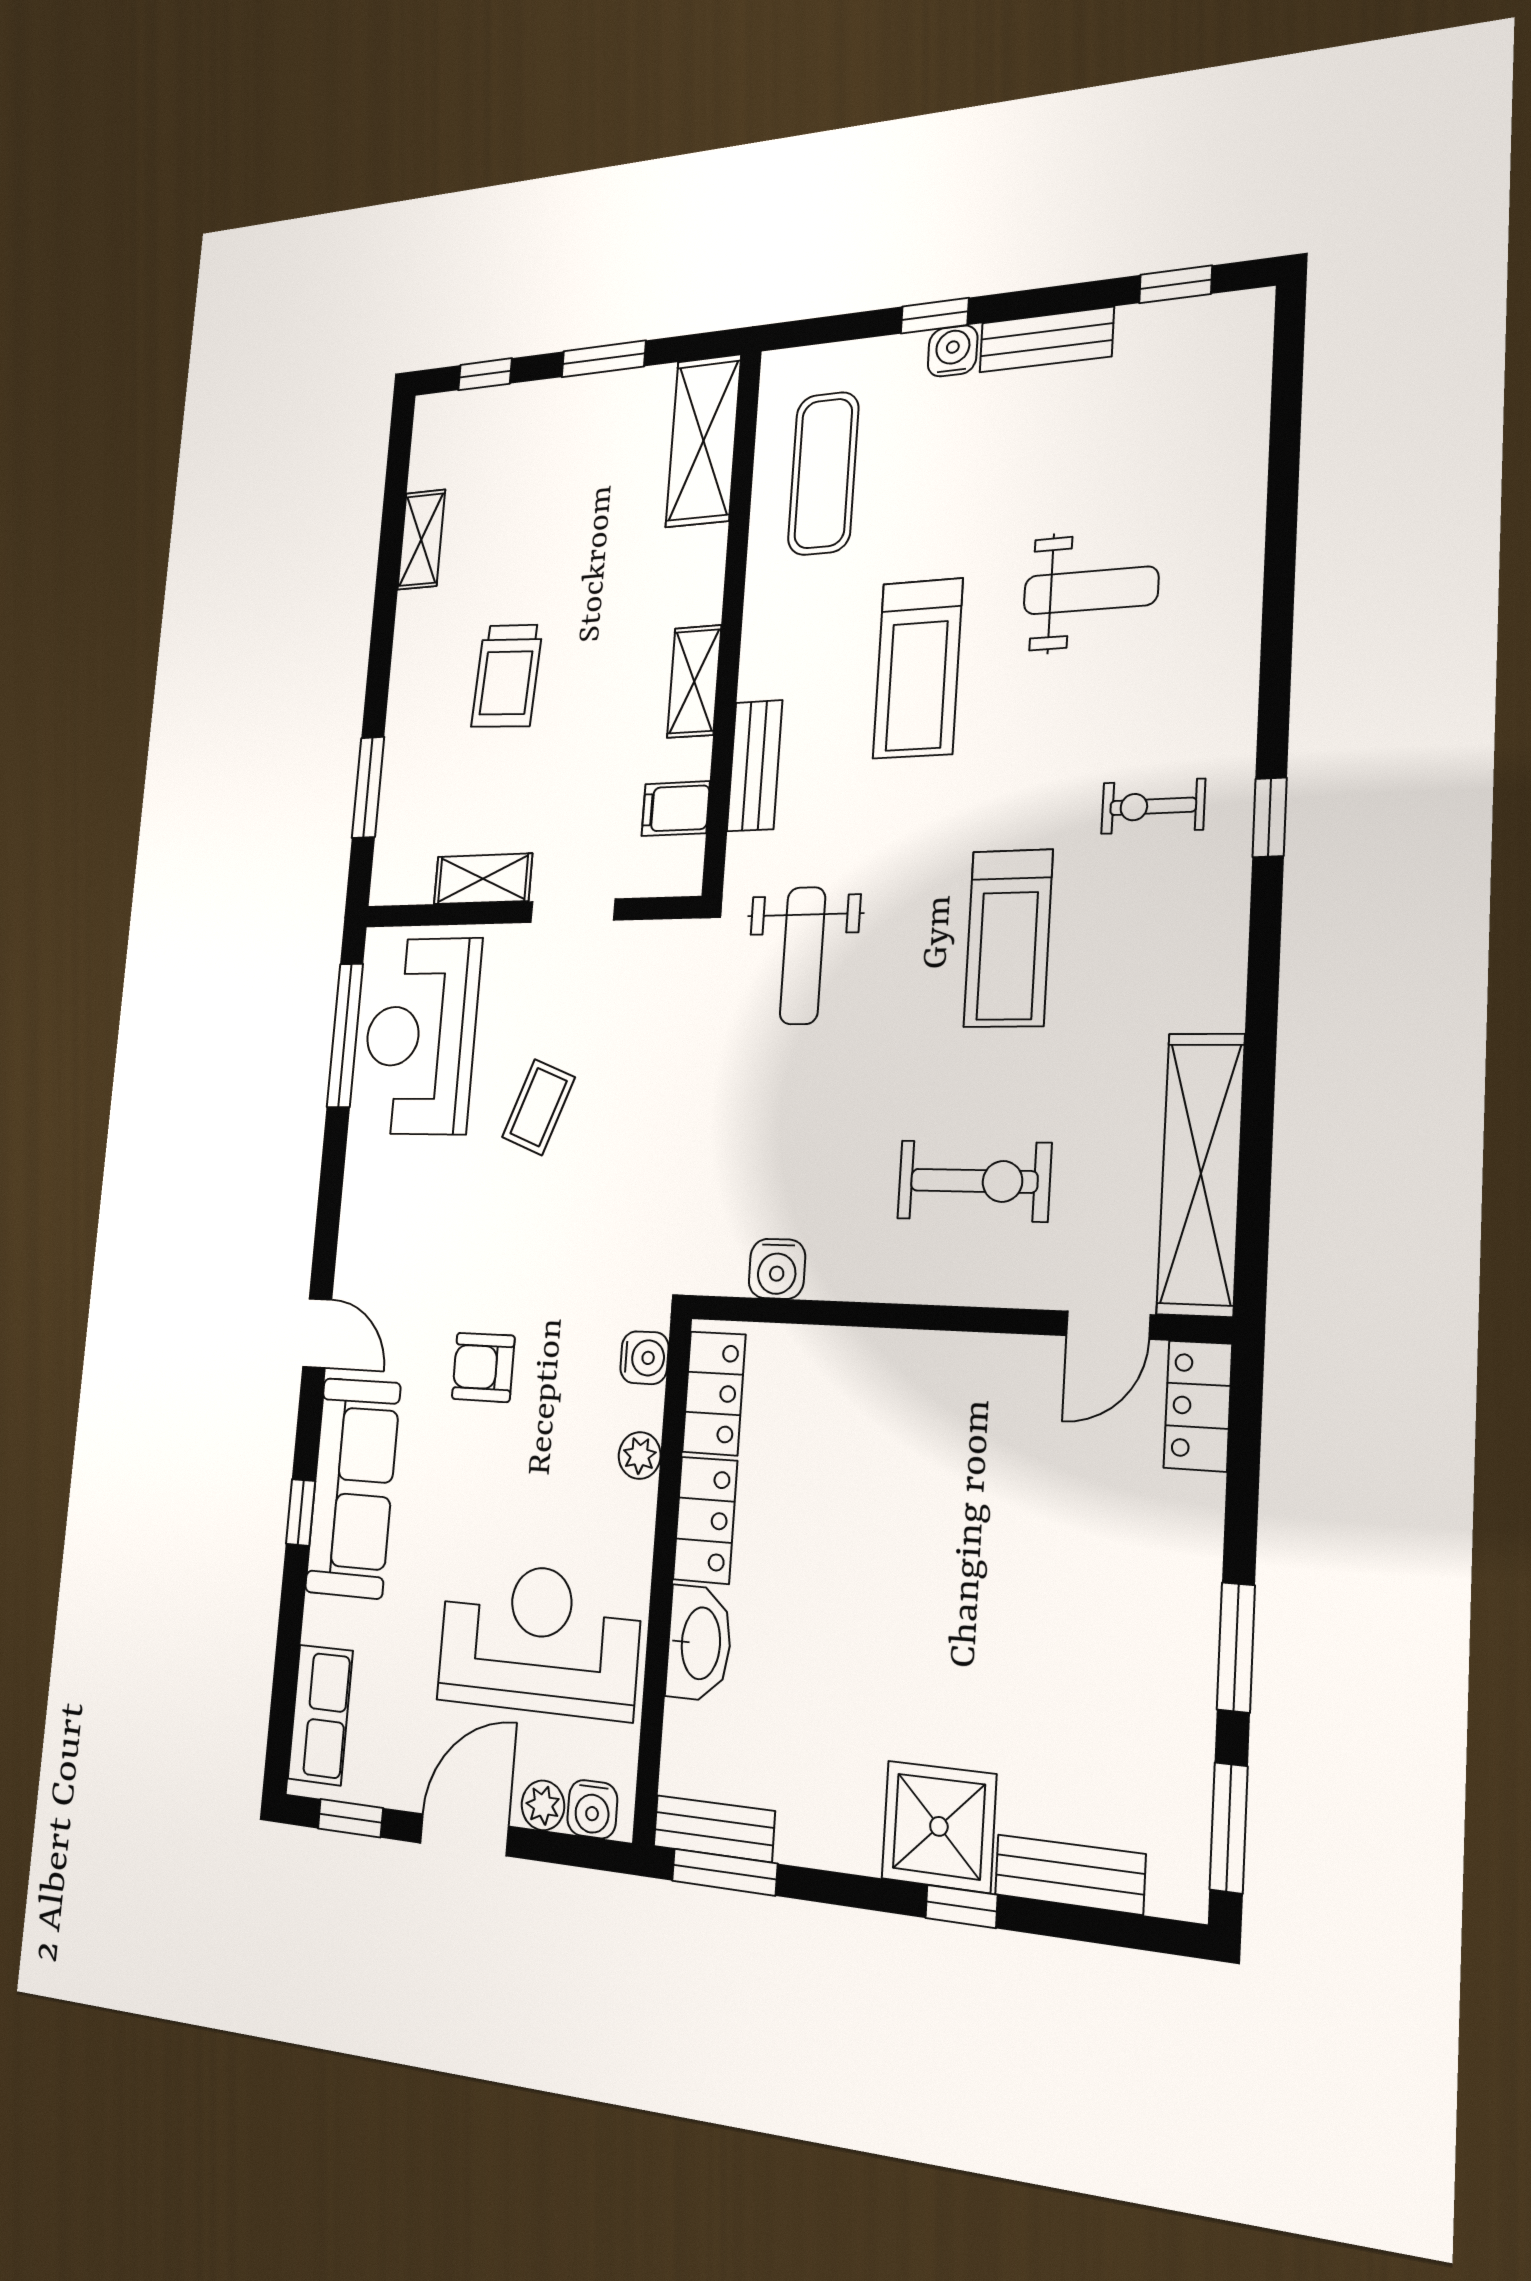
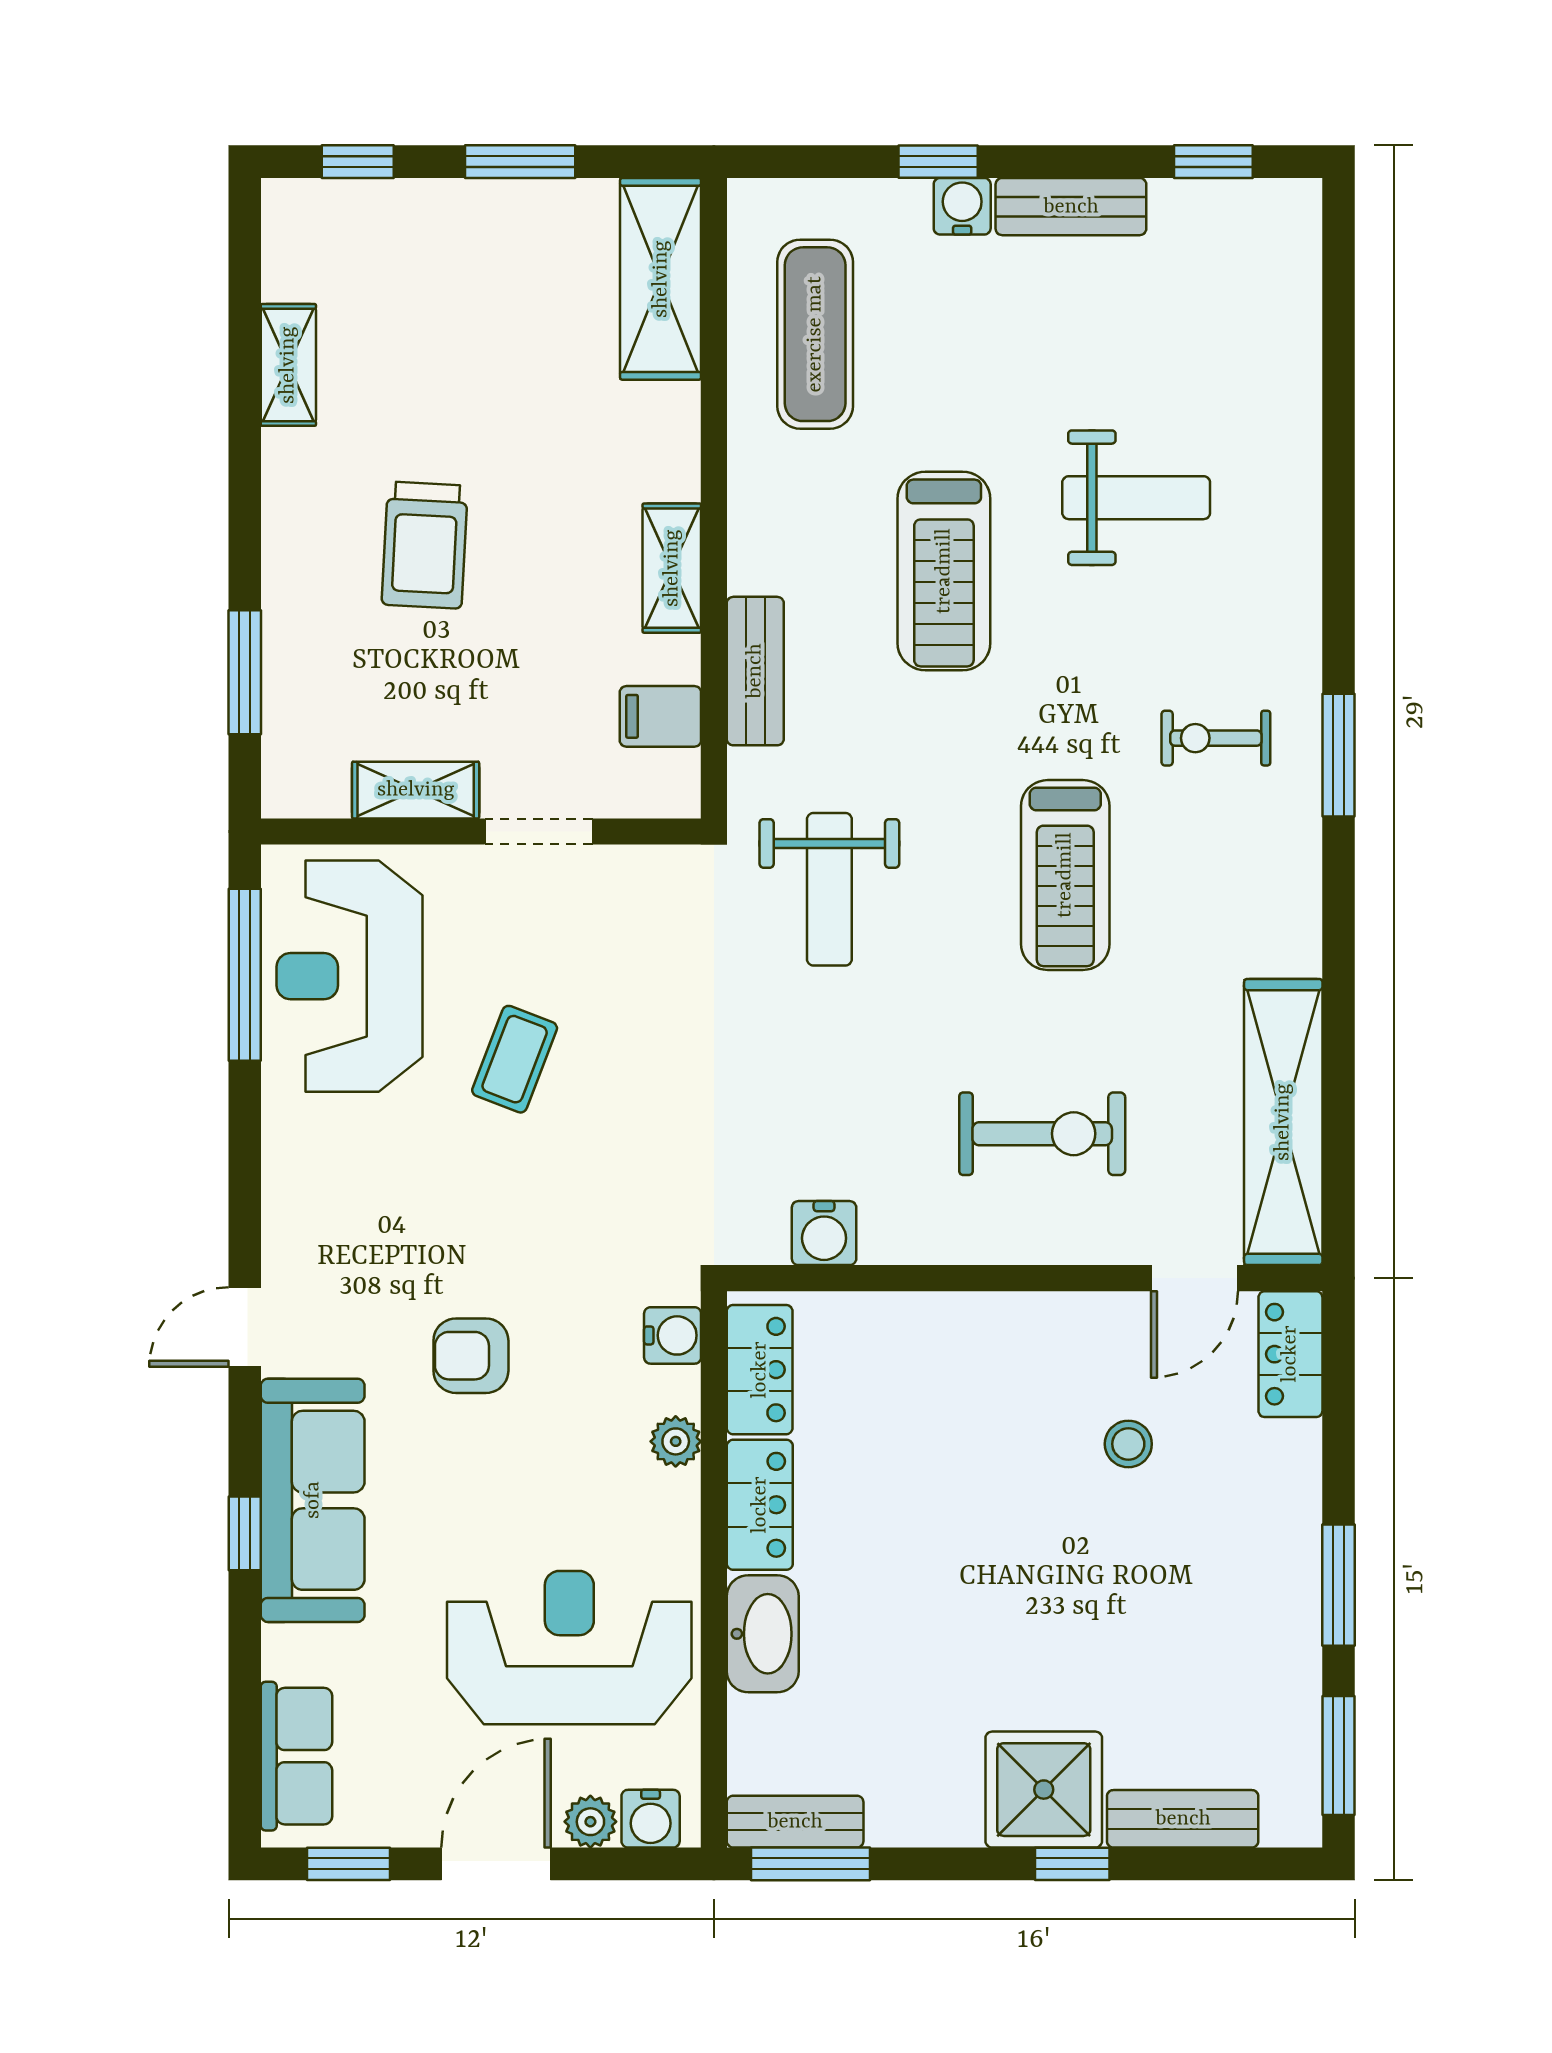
window: (1270, 817) -> (1338, 755), width x1.50
door: (317, 1333) -> (245, 1327), swing flipped
stool: (1037, 1486) -> (1128, 1444), added

